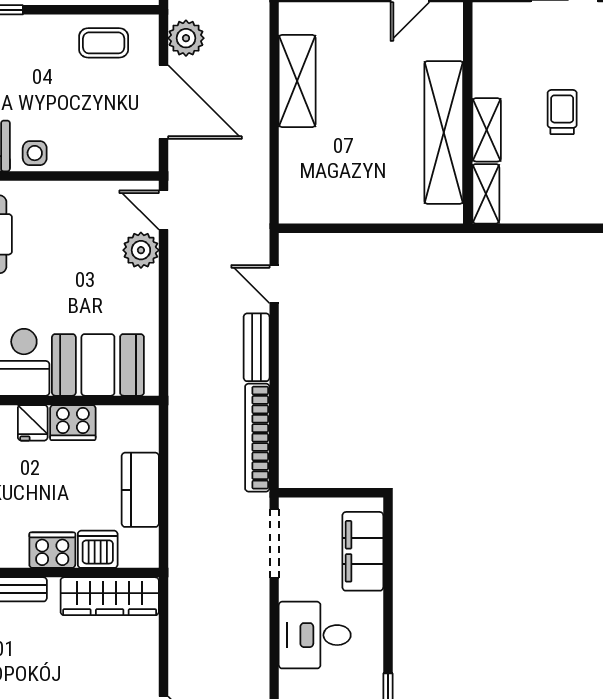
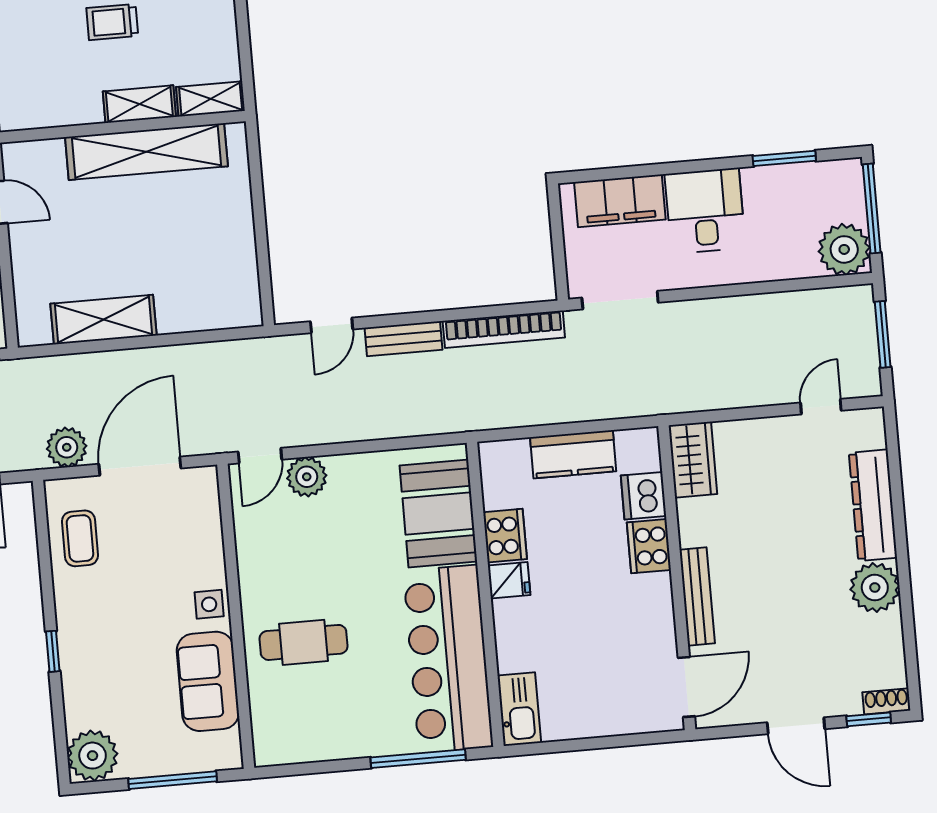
wardrobe: (110, 596) -> (693, 460), width x0.67
desk: (315, 635) -> (705, 211), moved, turned 180

